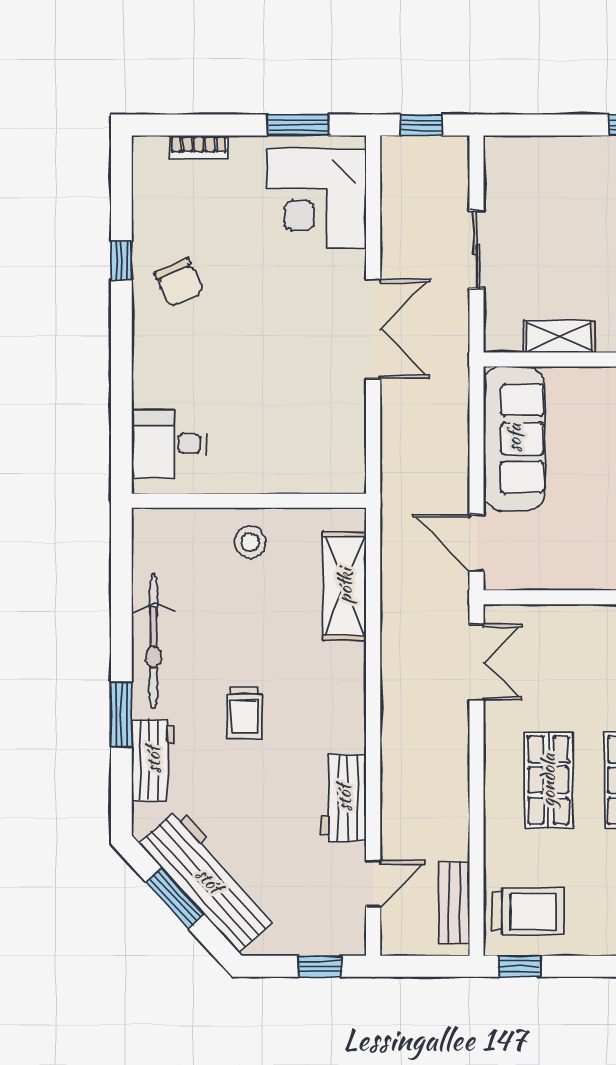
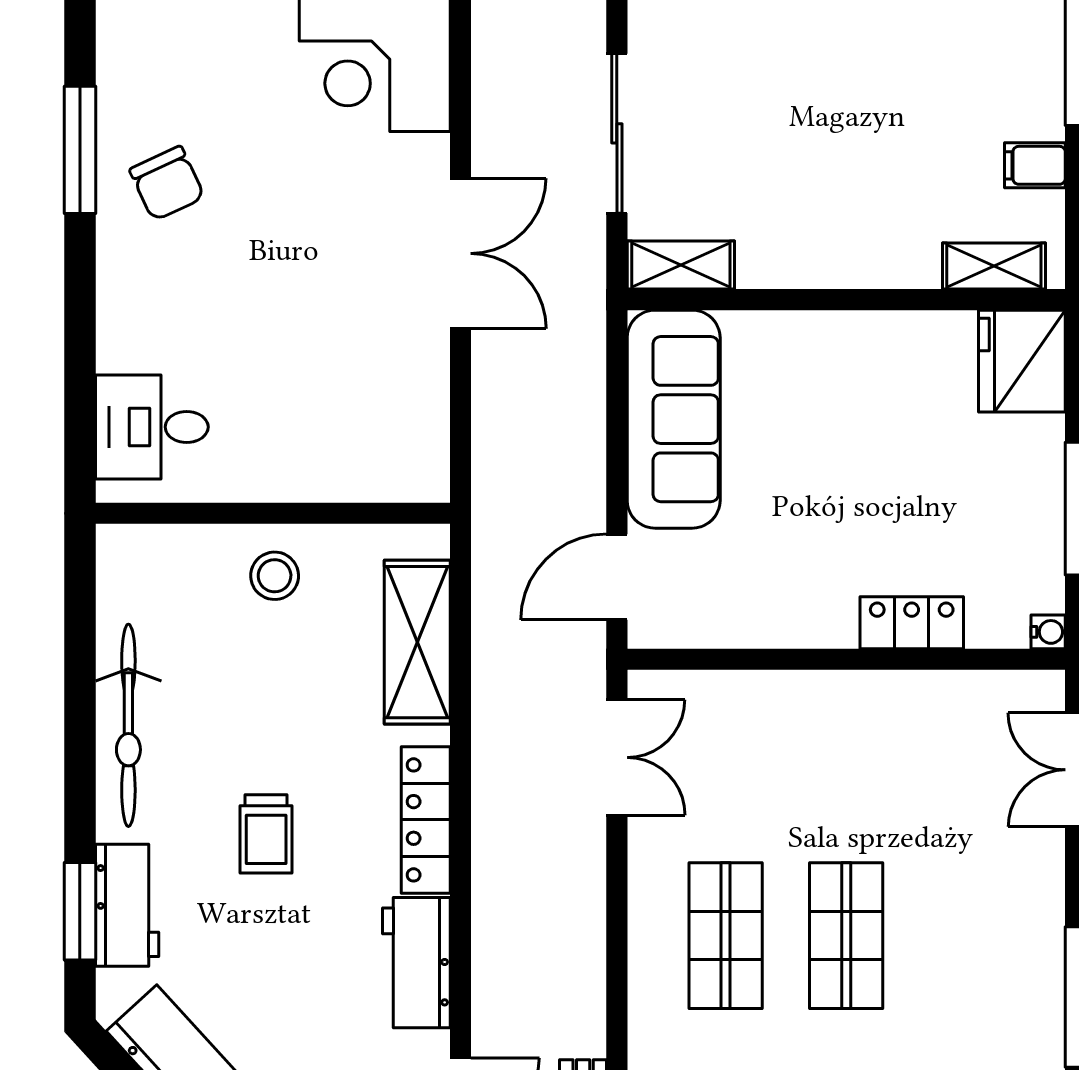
sliding door: (477, 249) -> (617, 133), width x1.37
window: (121, 260) -> (80, 150), width x2.17
shelving: (559, 337) -> (681, 265), moved
door: (477, 543) -> (617, 577), hinge flipped
locker: (350, 704) -> (426, 820), added
window: (121, 714) -> (80, 911), moved

